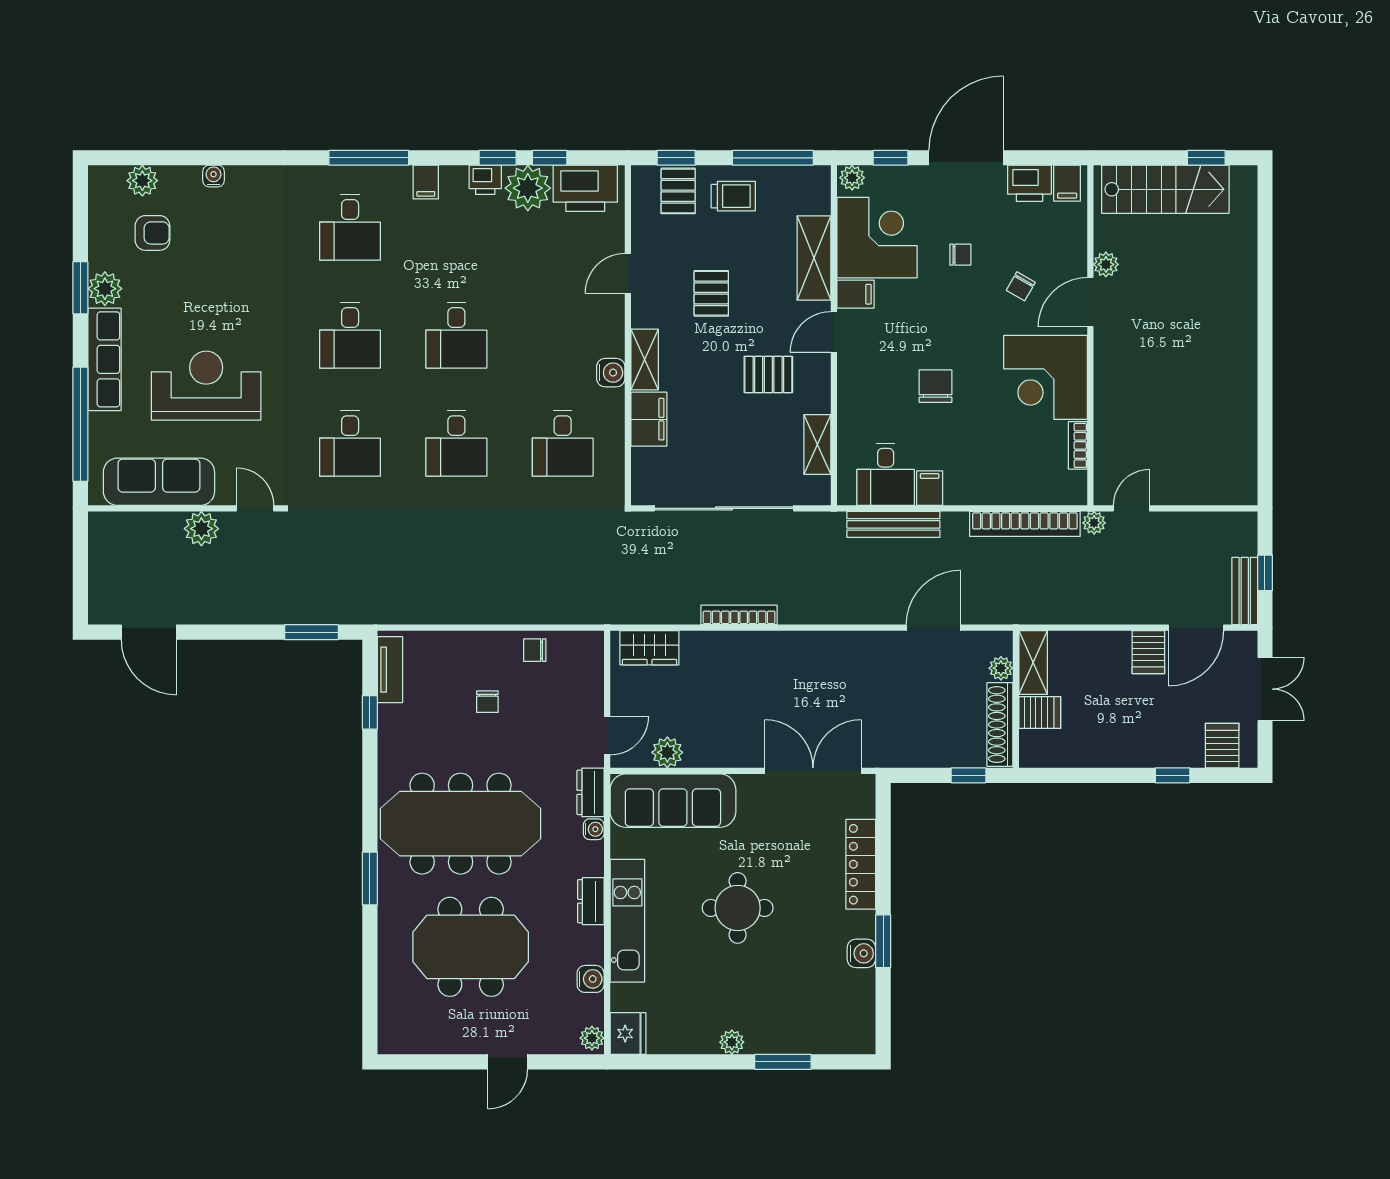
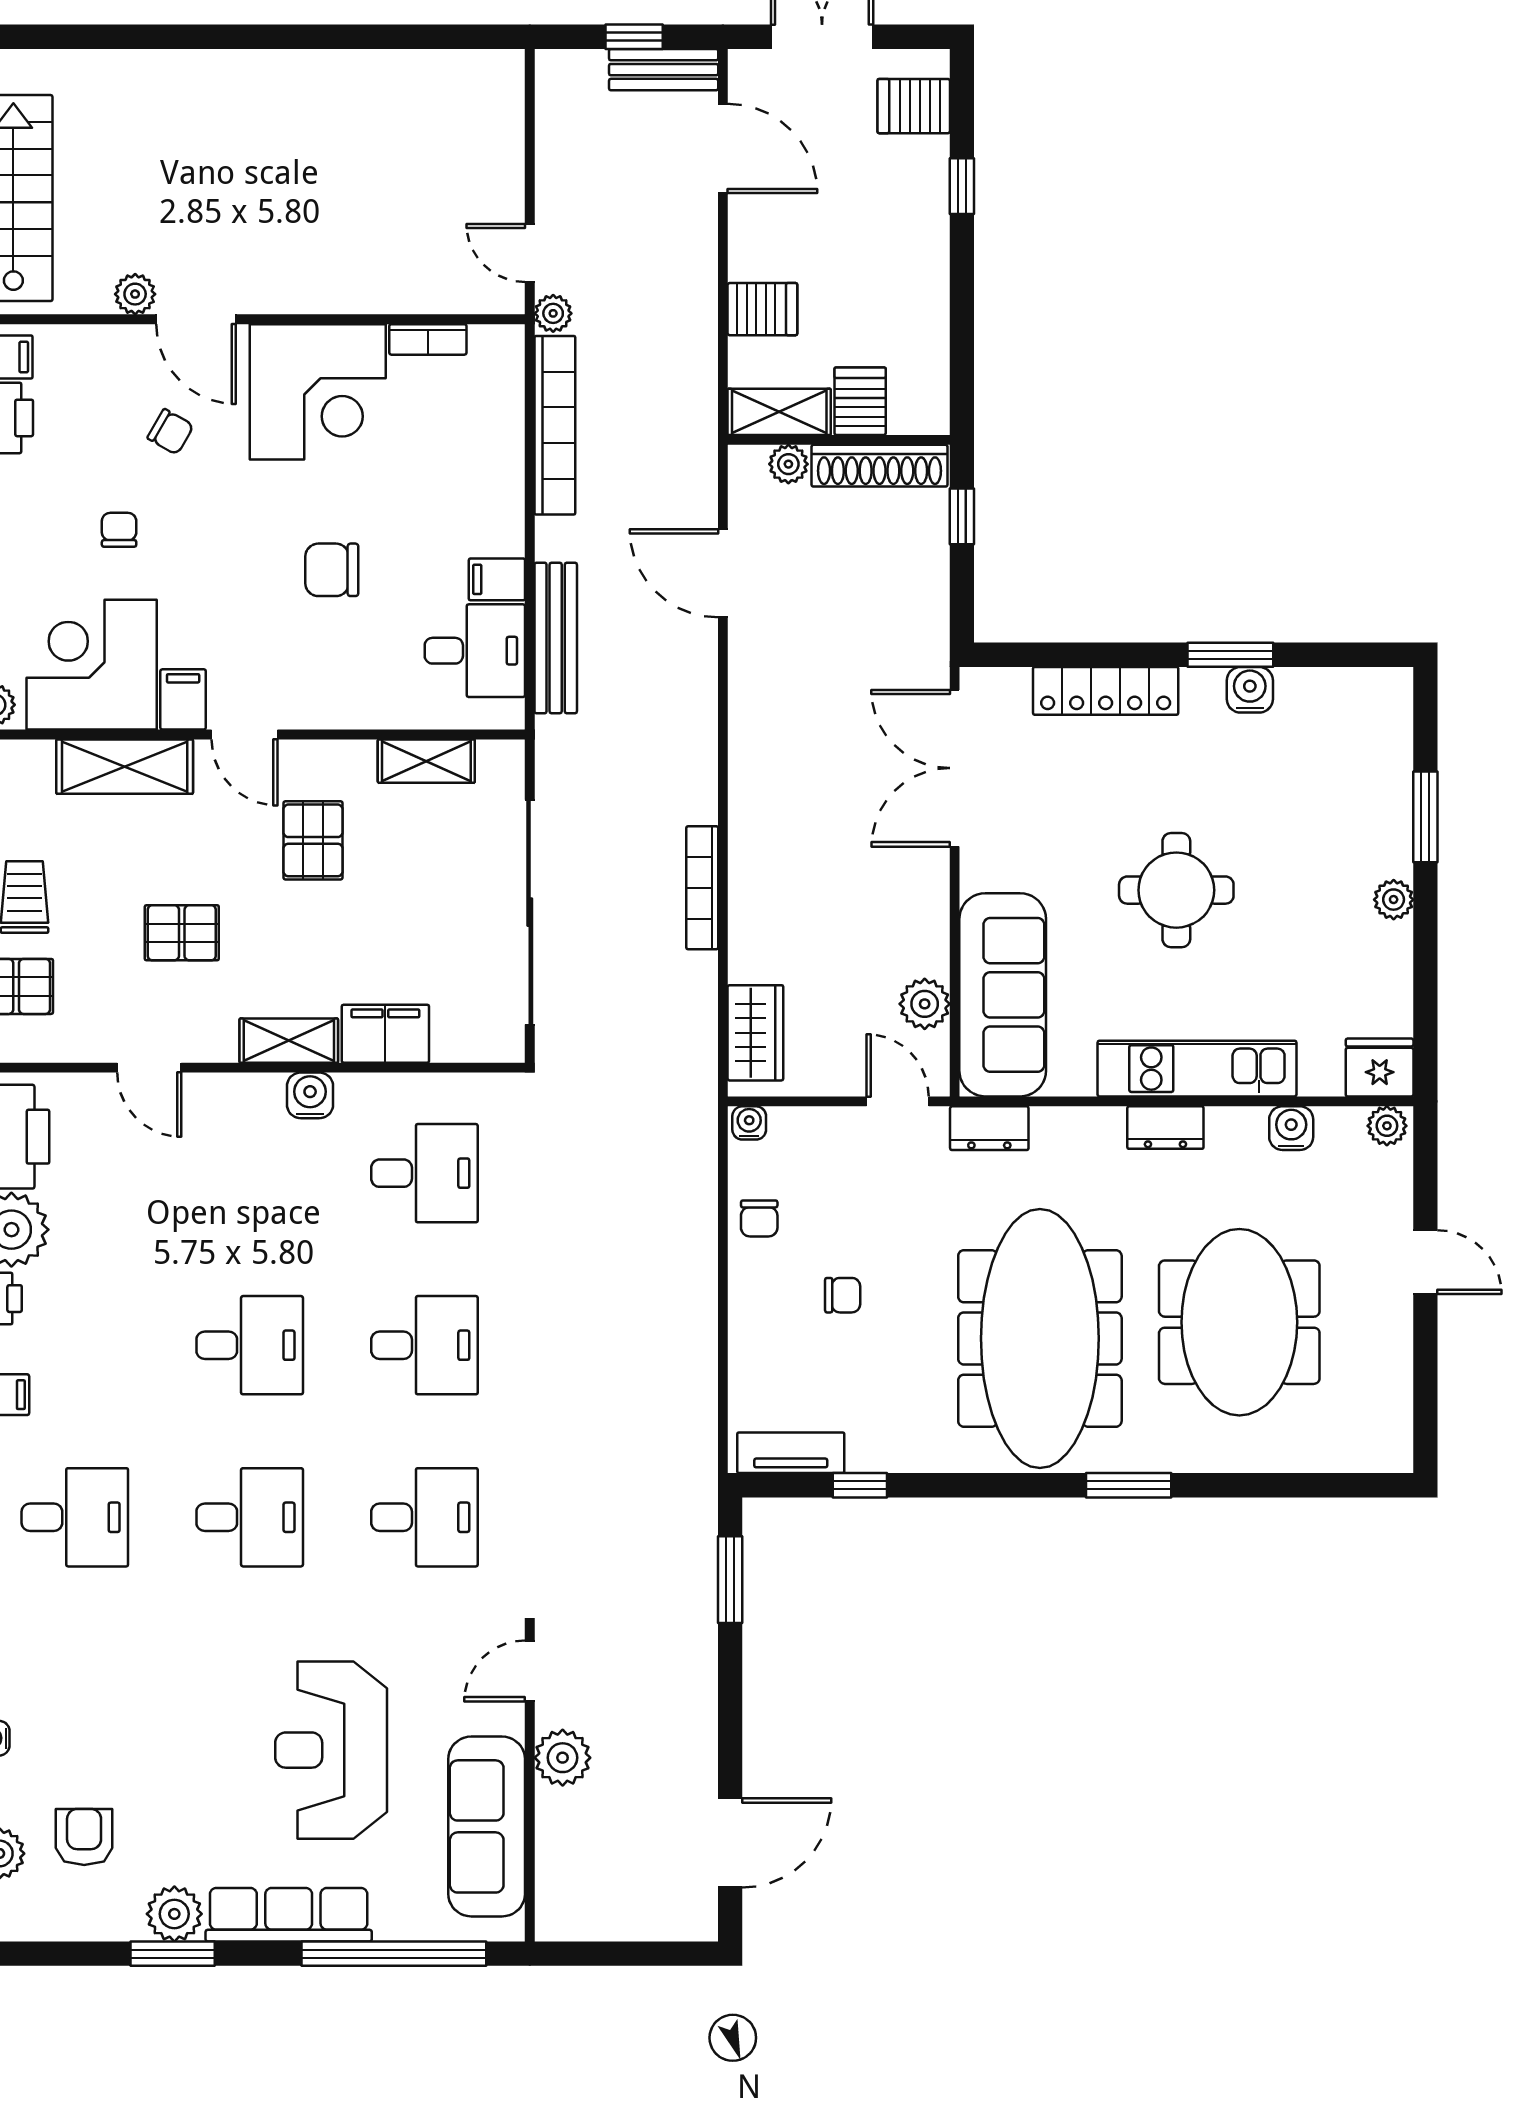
server rack: (1148, 652) -> (762, 309), moved
water cooler: (594, 829) -> (749, 1123), moved

